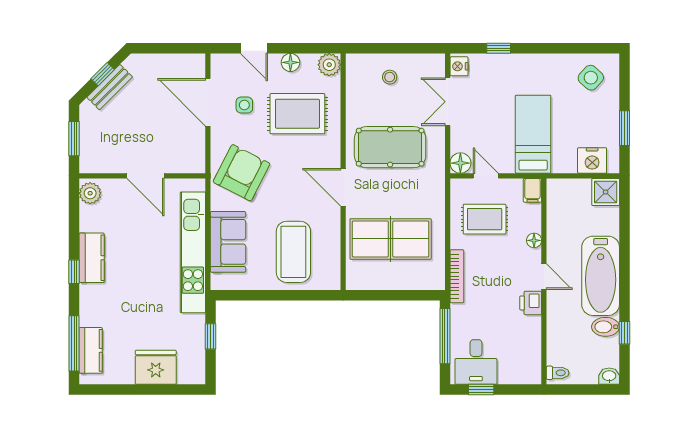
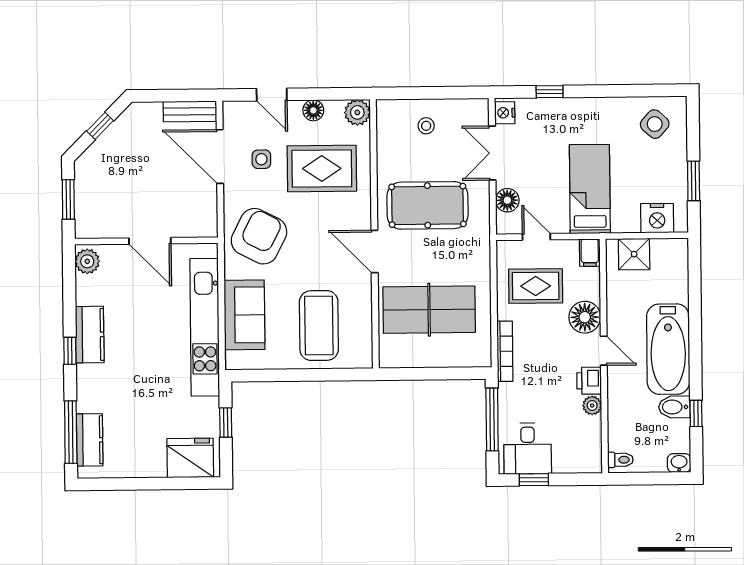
bench: (110, 87) -> (190, 111), moved, turned 45
floor lamp: (460, 163) -> (507, 200), moved
shower: (606, 192) -> (634, 254), moved
floor lamp: (534, 240) -> (585, 317), width x1.89, depth x1.89
plant: (533, 325) -> (592, 405), added
fridge: (156, 367) -> (190, 458), moved

